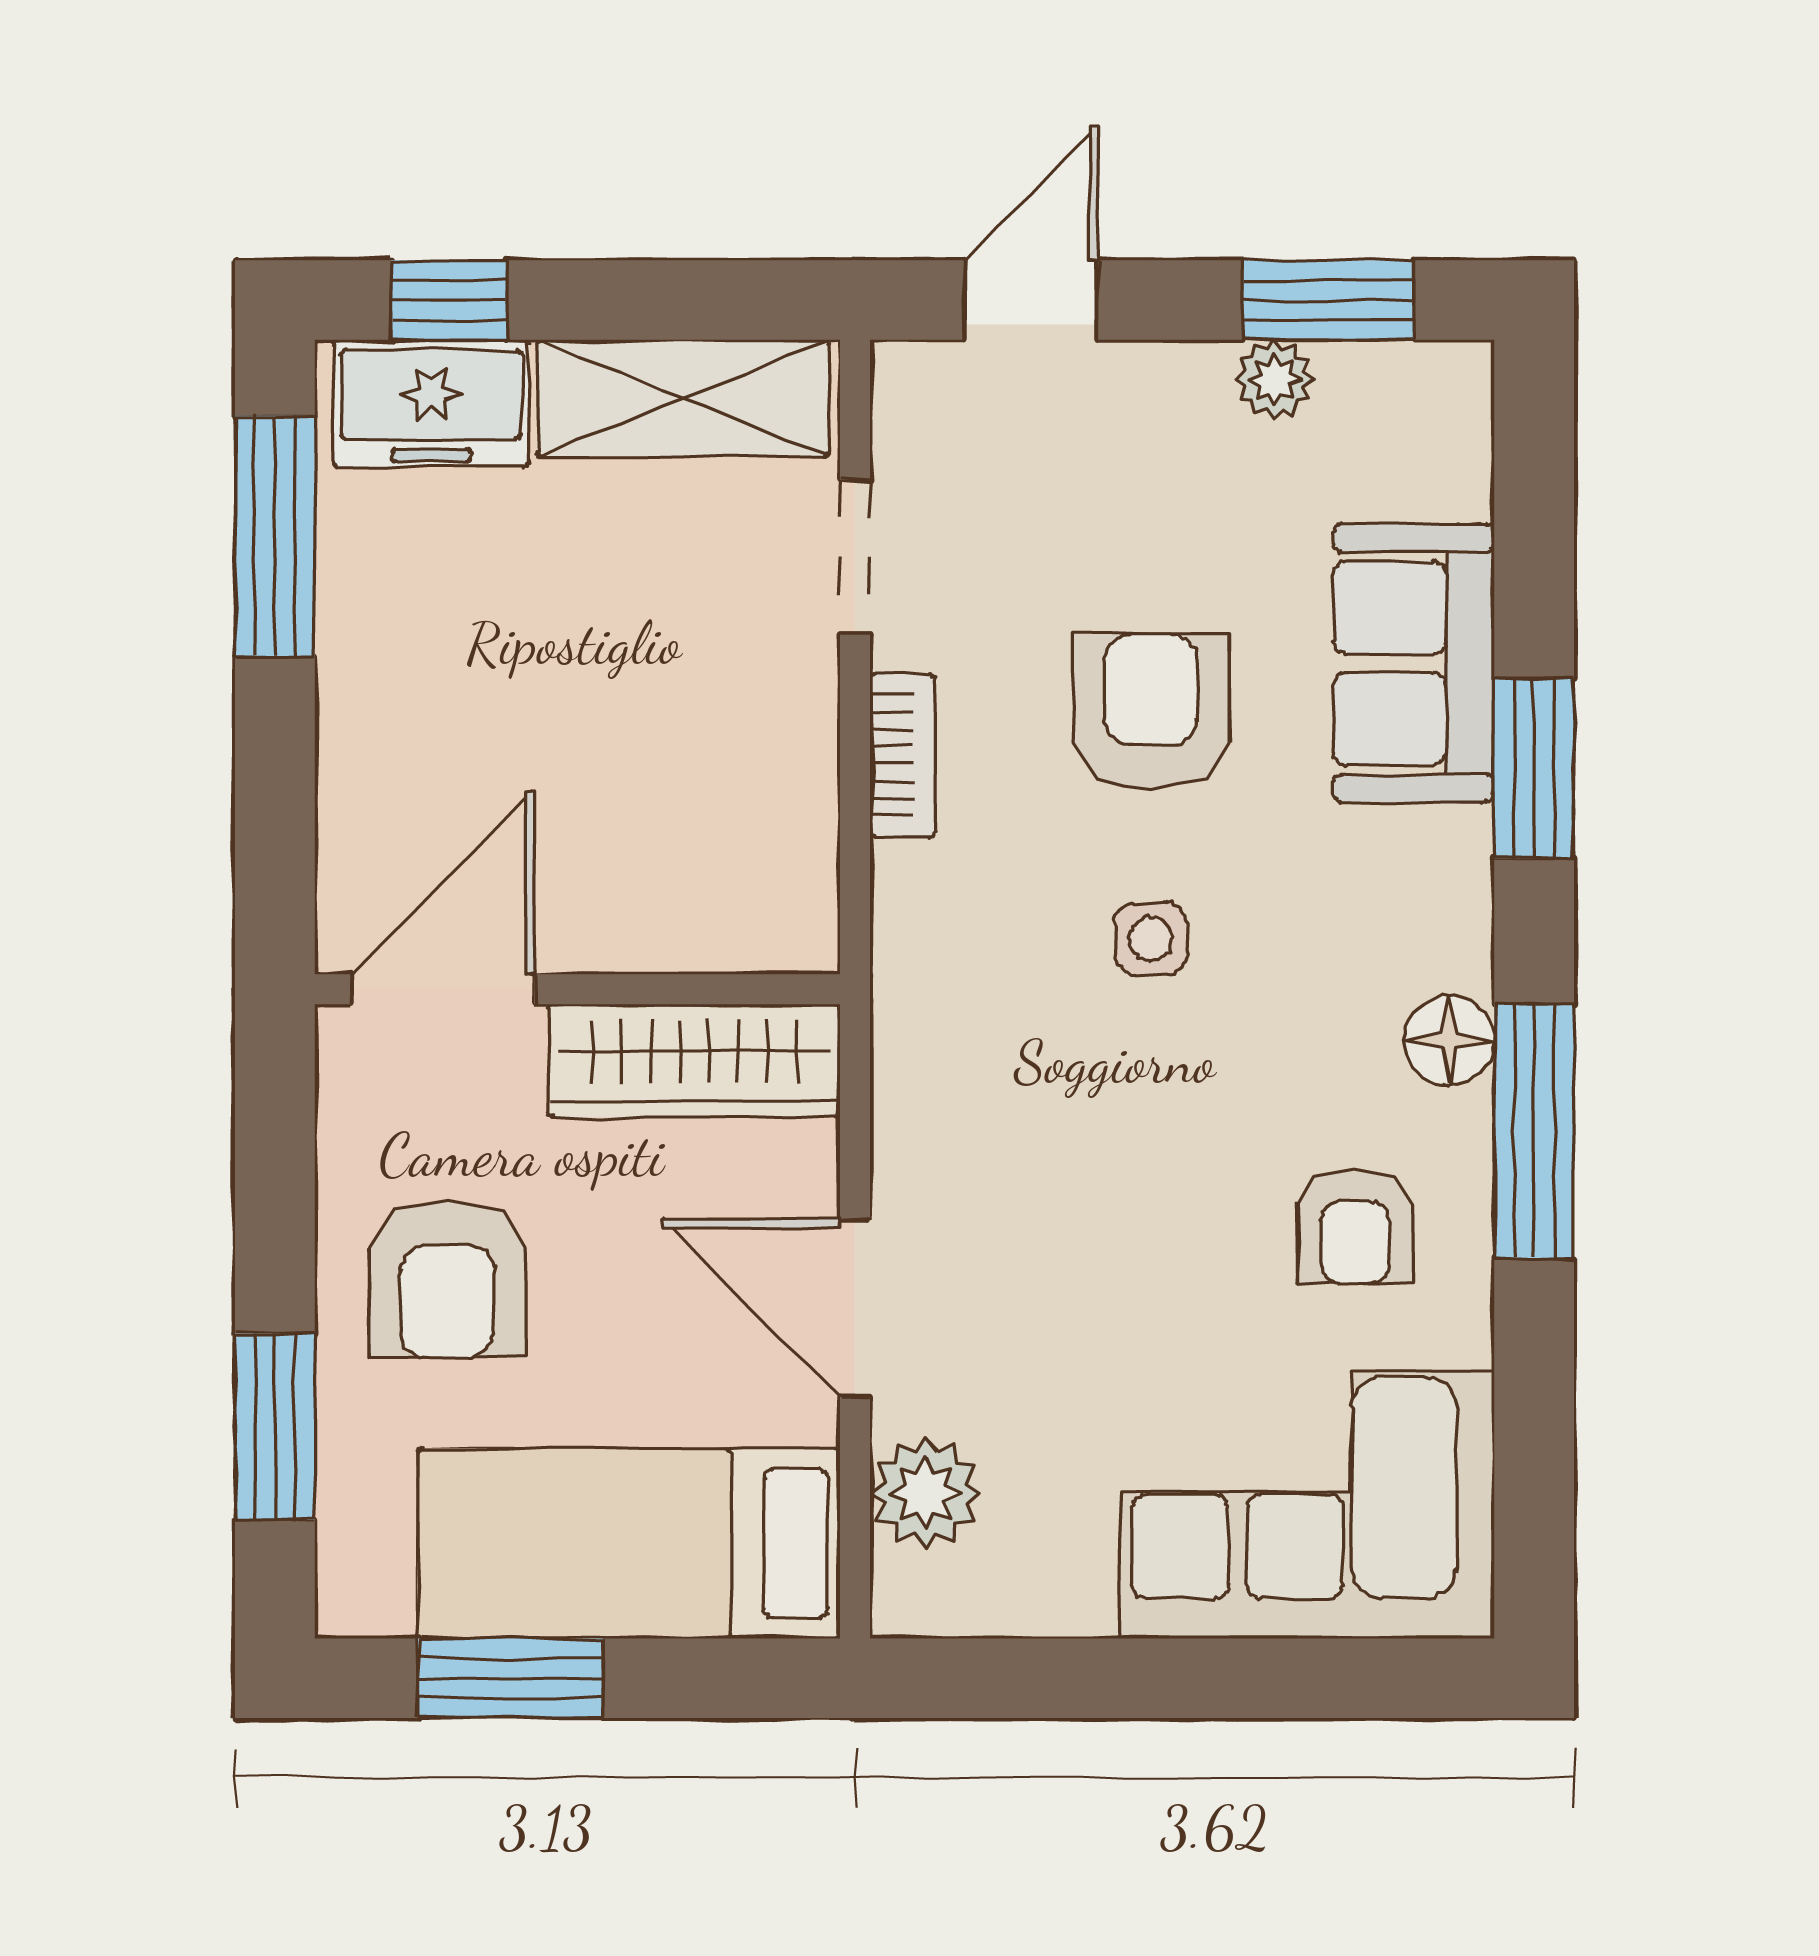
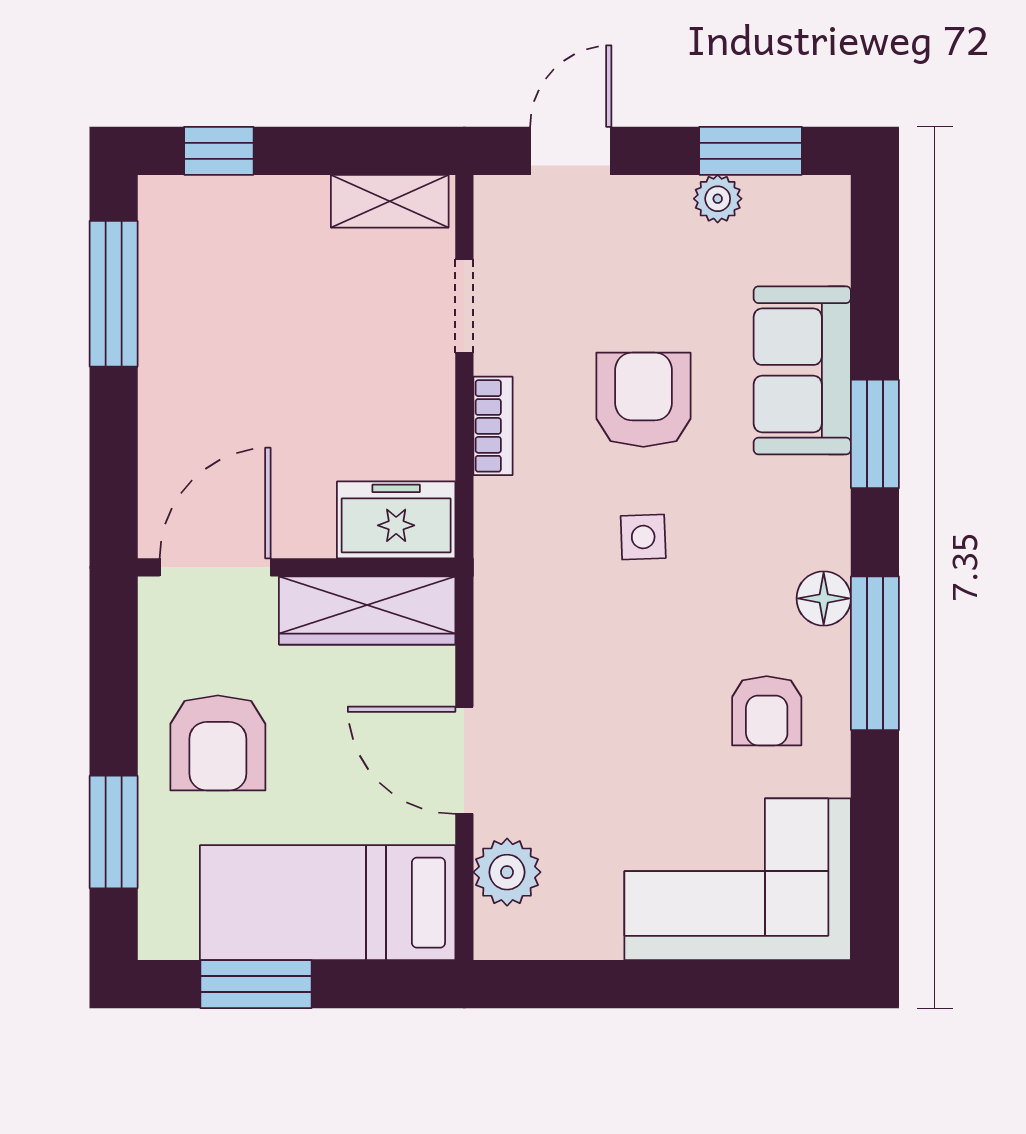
shelving: (683, 398) -> (390, 201), width x0.67, depth x0.75
freezer: (431, 403) -> (396, 520), moved, turned 180

